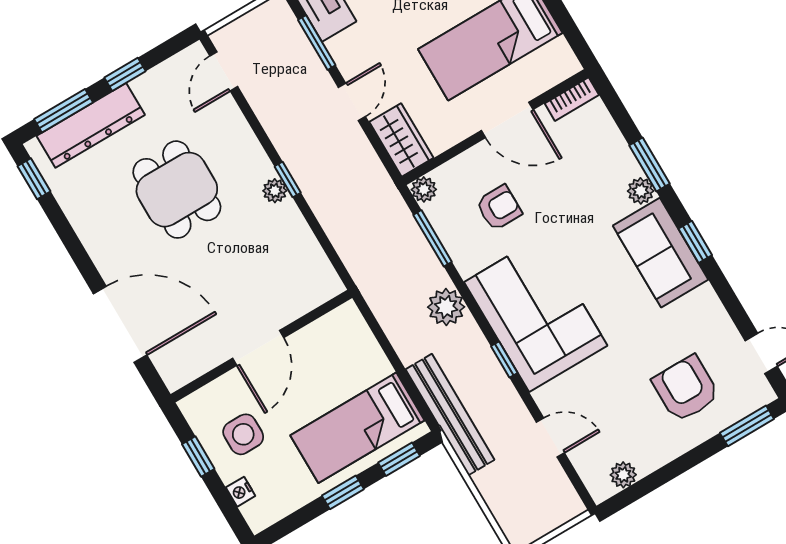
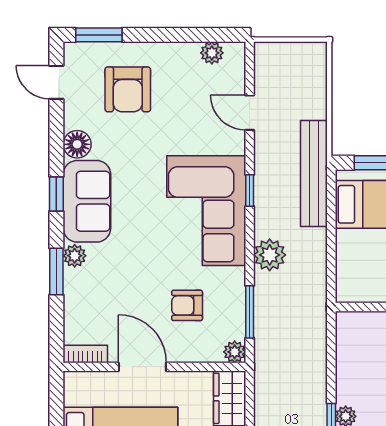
floor lamp: (704, 304) -> (77, 144), added

